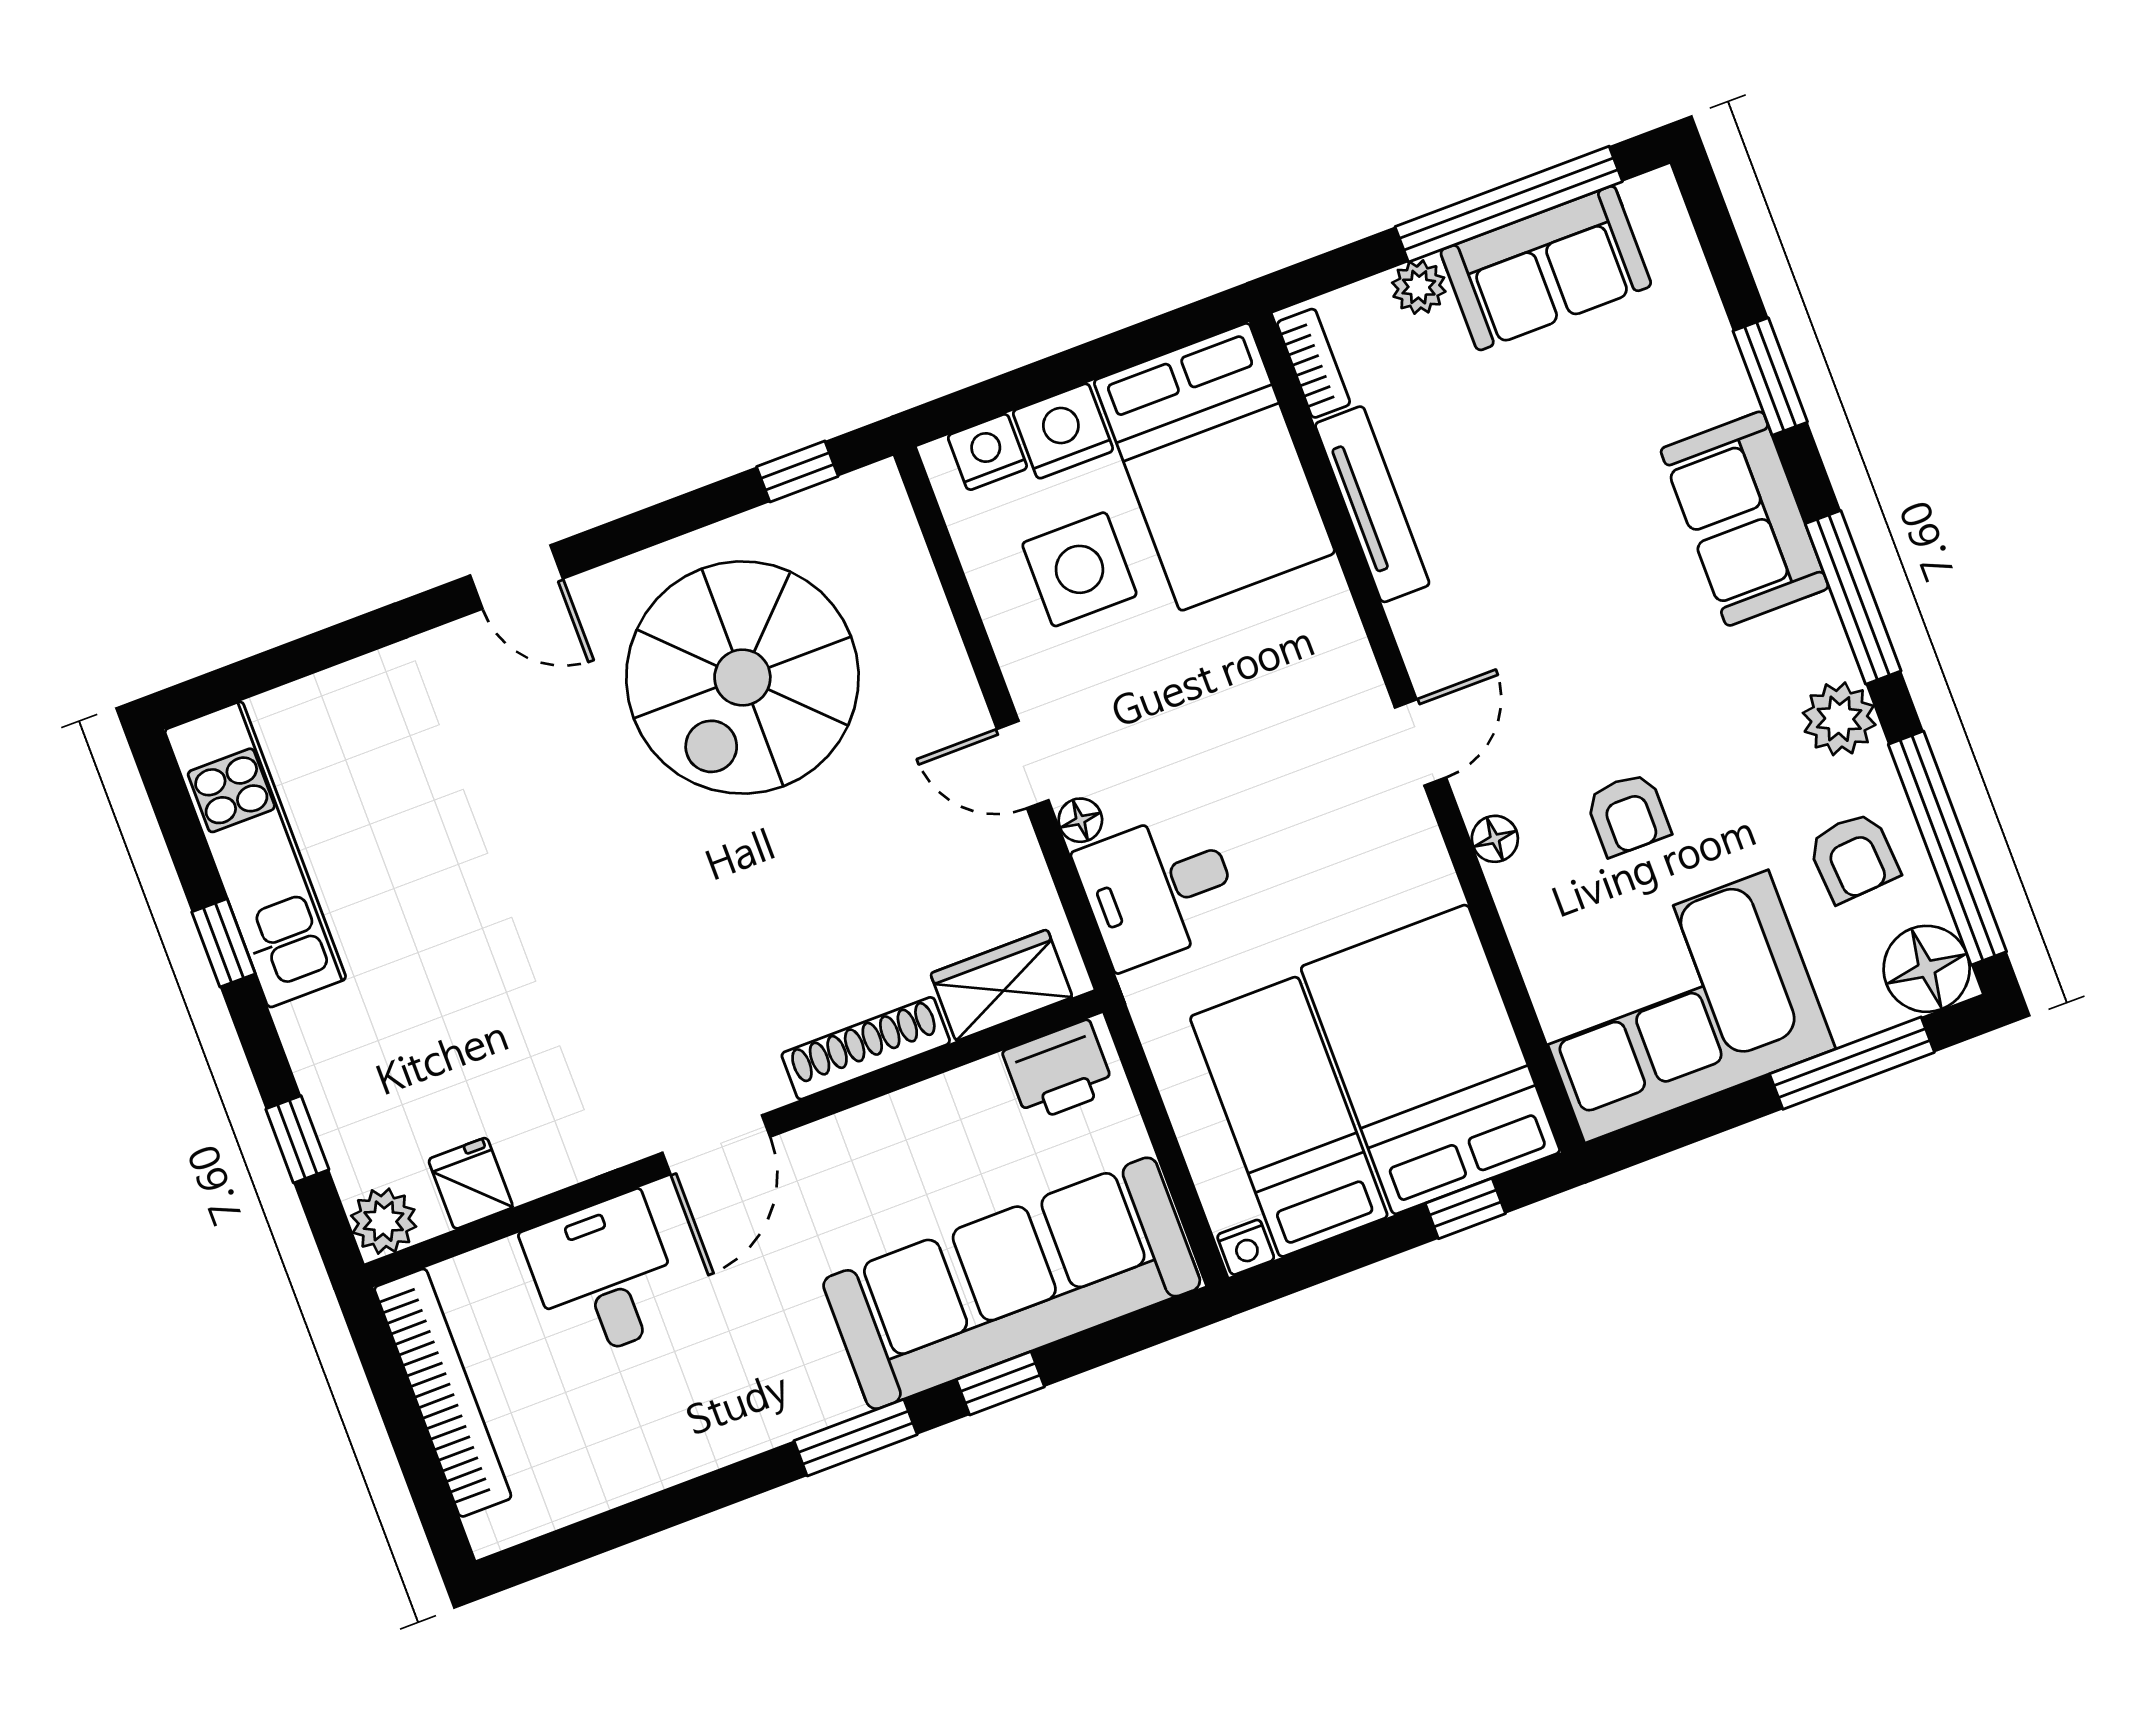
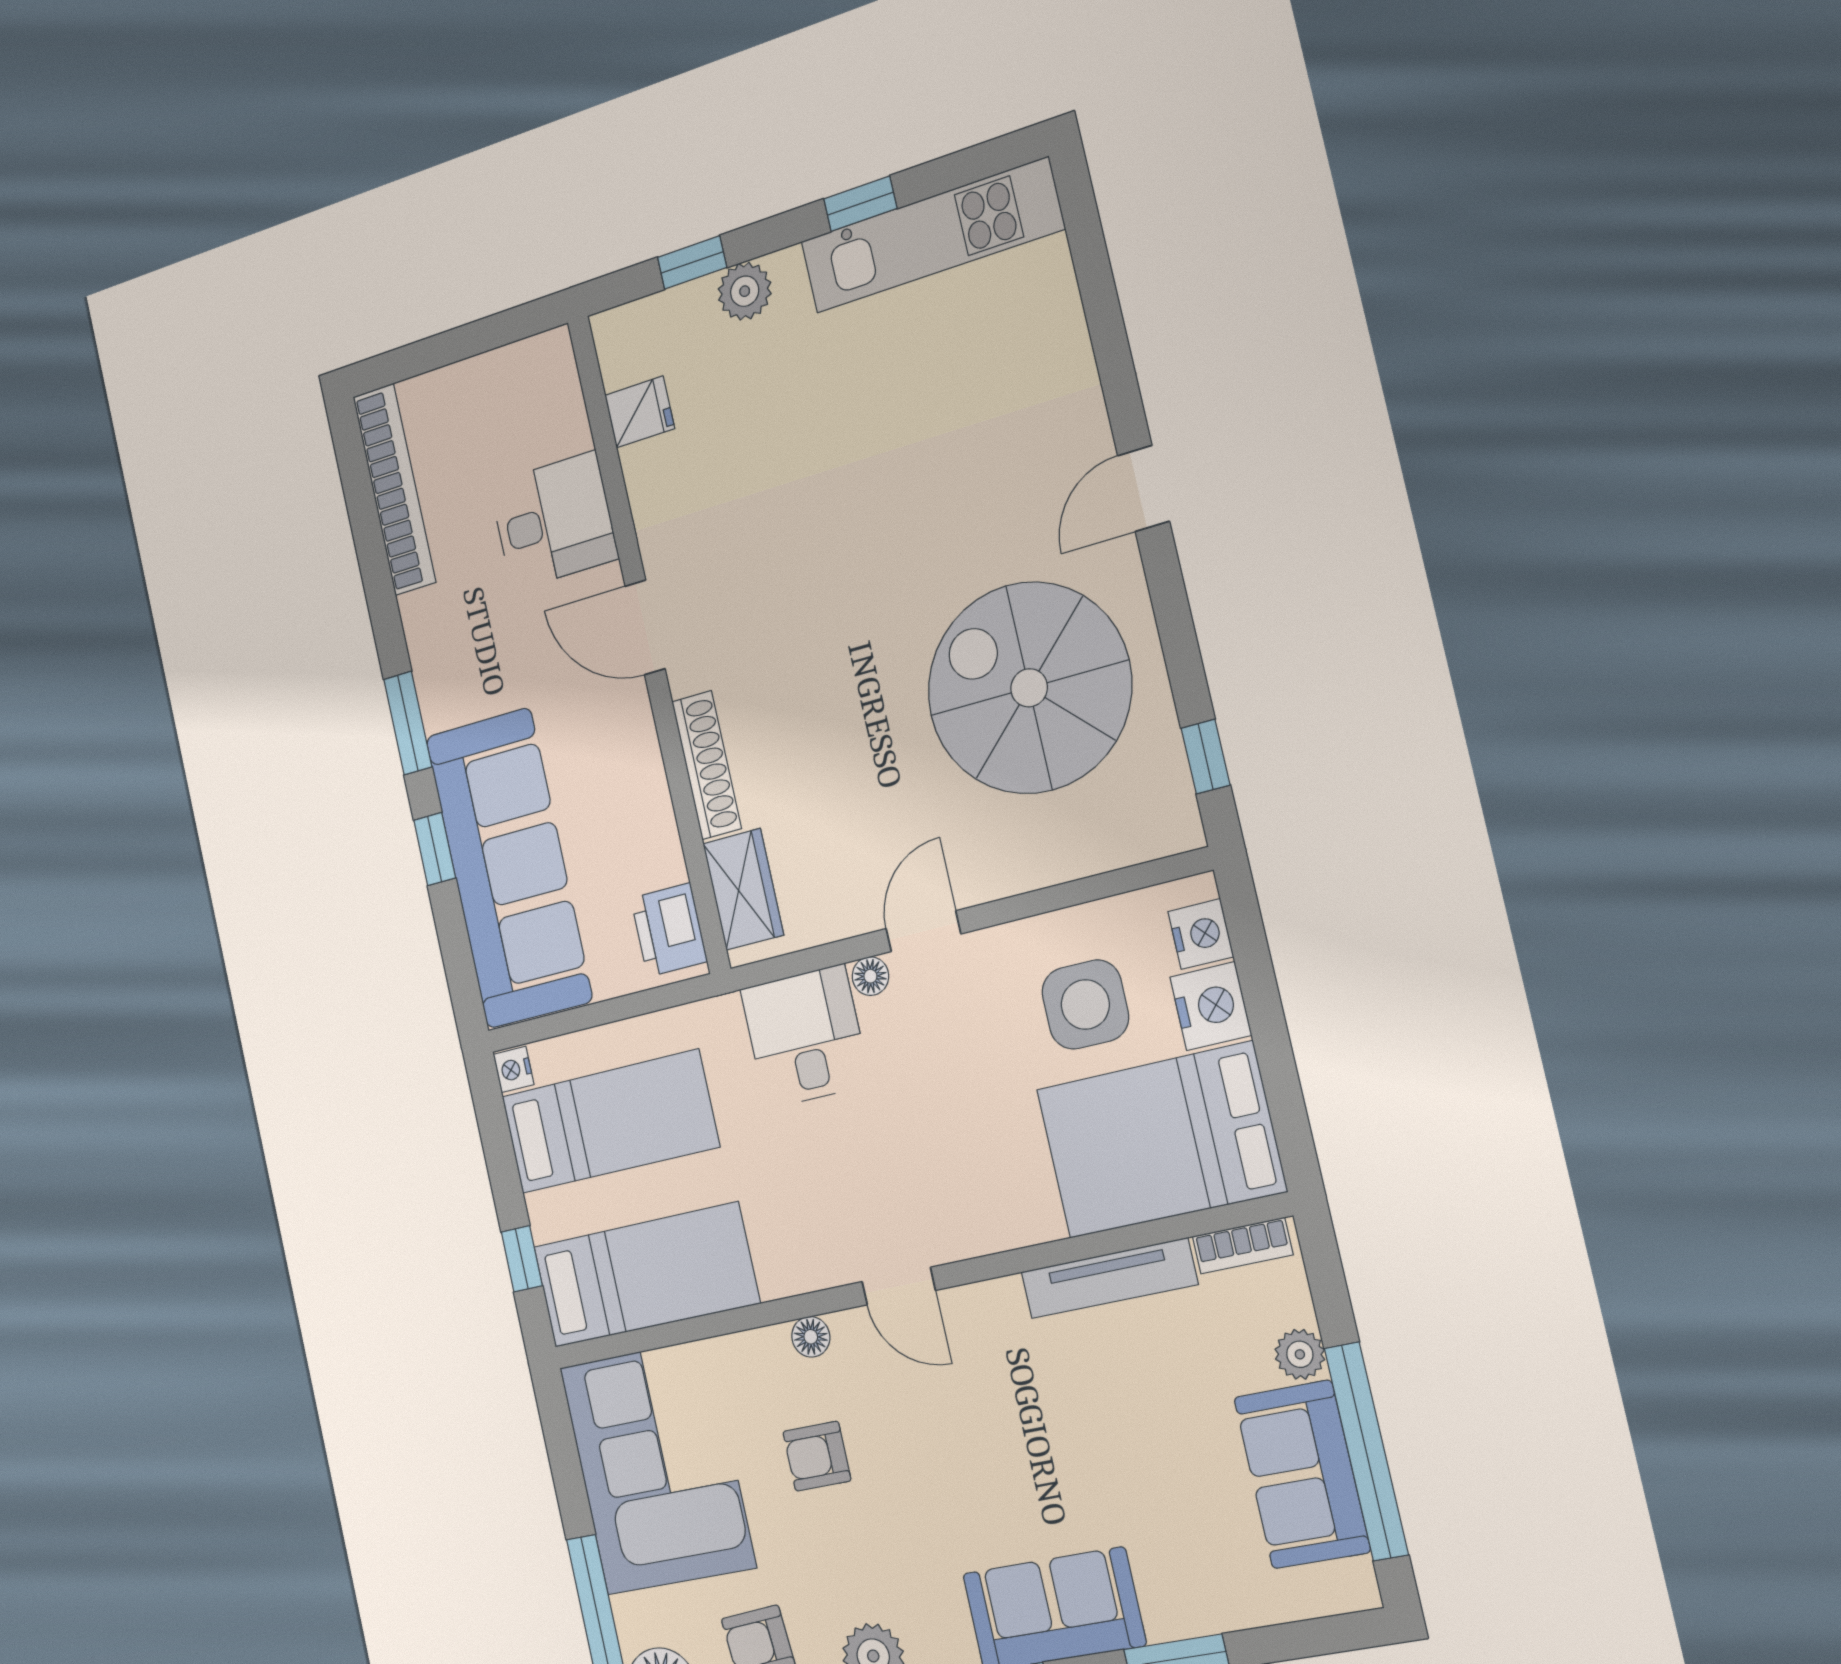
bed: (1430, 1059) -> (646, 1275), width x0.67
plant: (384, 1221) -> (745, 291), moved
bookcase: (443, 1393) -> (394, 489), moved, turned -90

